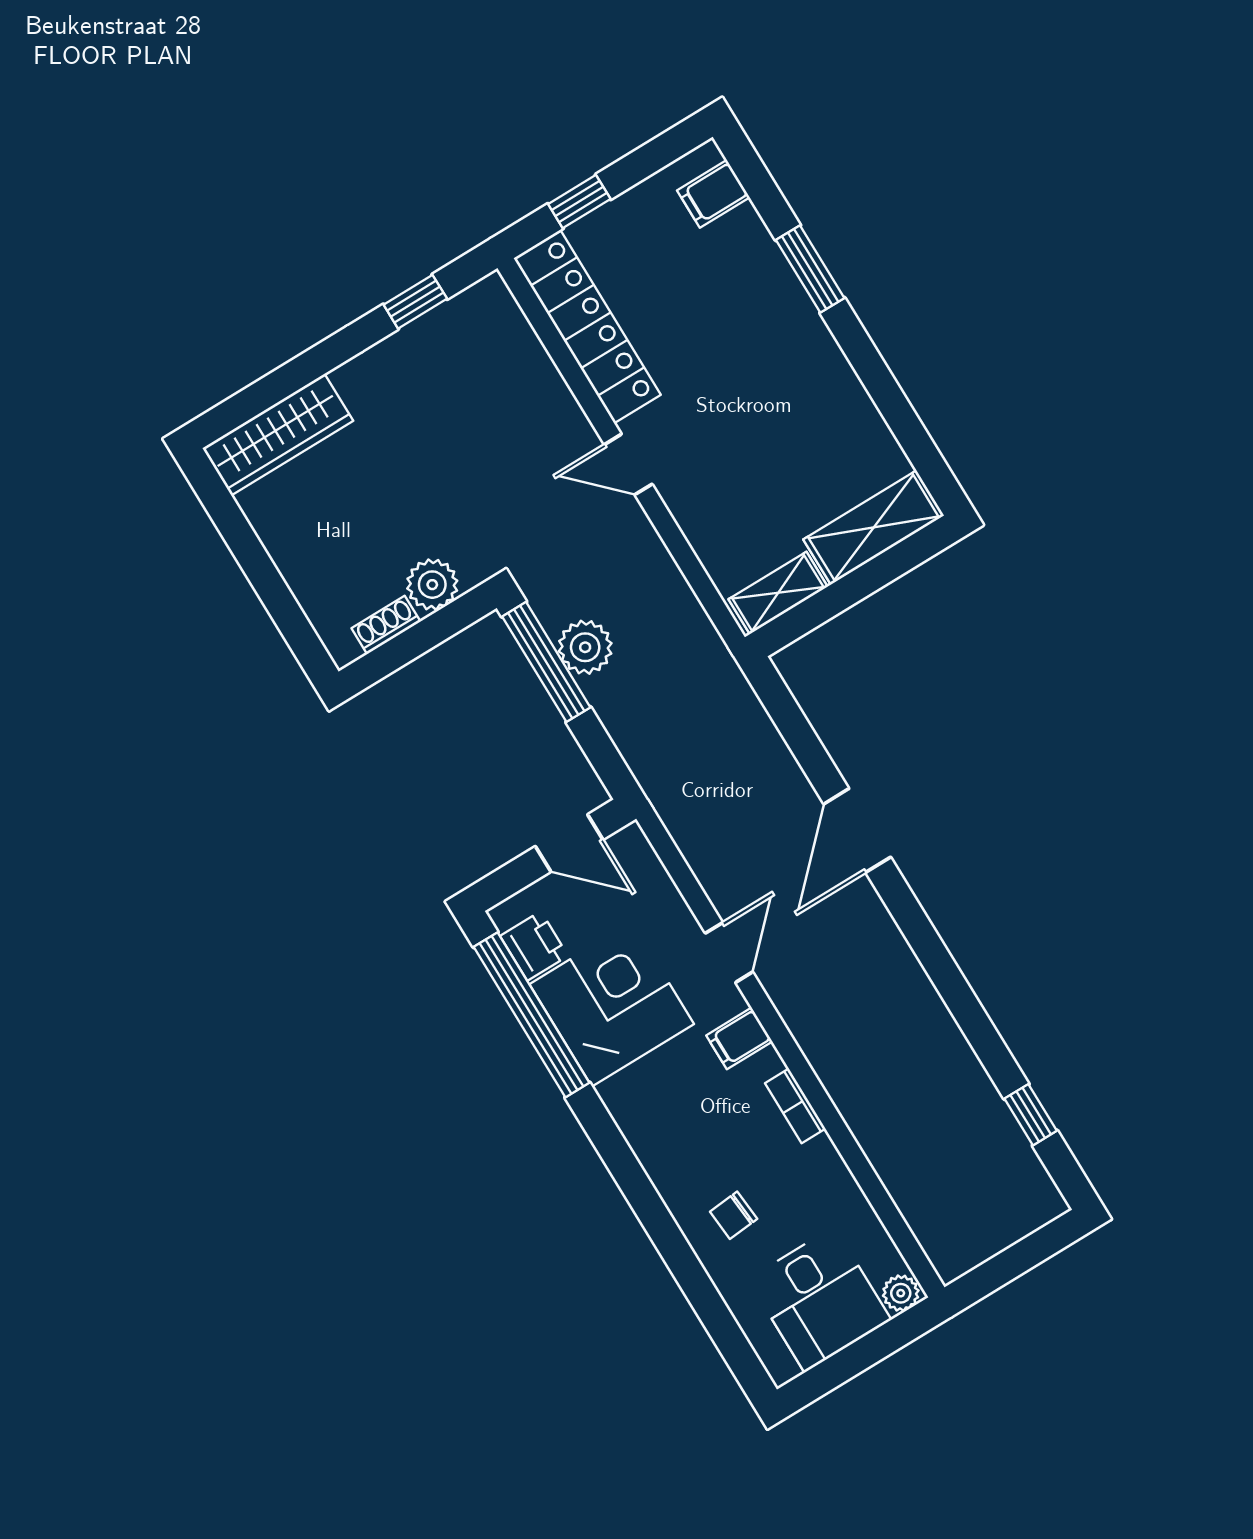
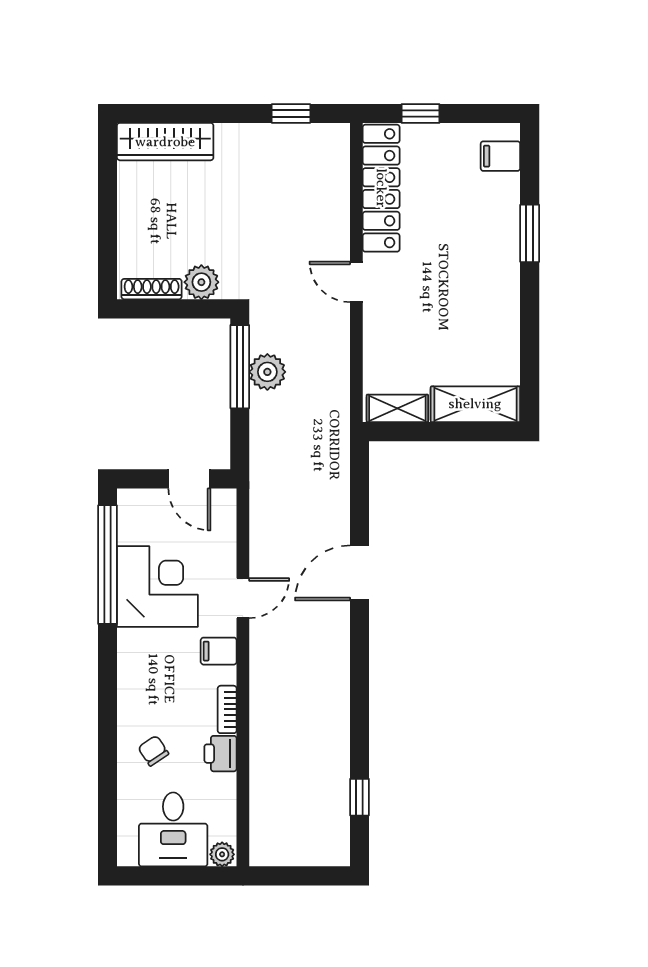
shoe rack: (386, 625) -> (152, 289), width x1.43
printer: (534, 946) -> (220, 754), moved, turned 180
chair: (734, 1215) -> (153, 751), turned 61

